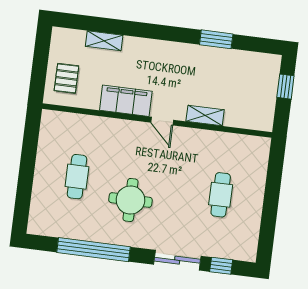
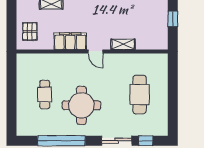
cafe table: (221, 195) -> (140, 95), width x1.37, depth x1.35
round table: (130, 200) -> (81, 105), width x1.36, depth x1.36

